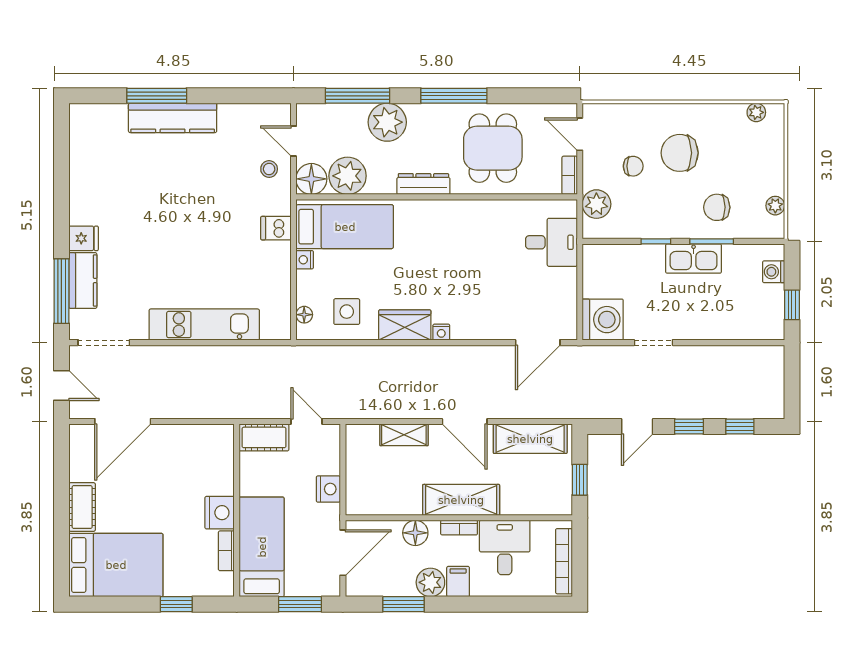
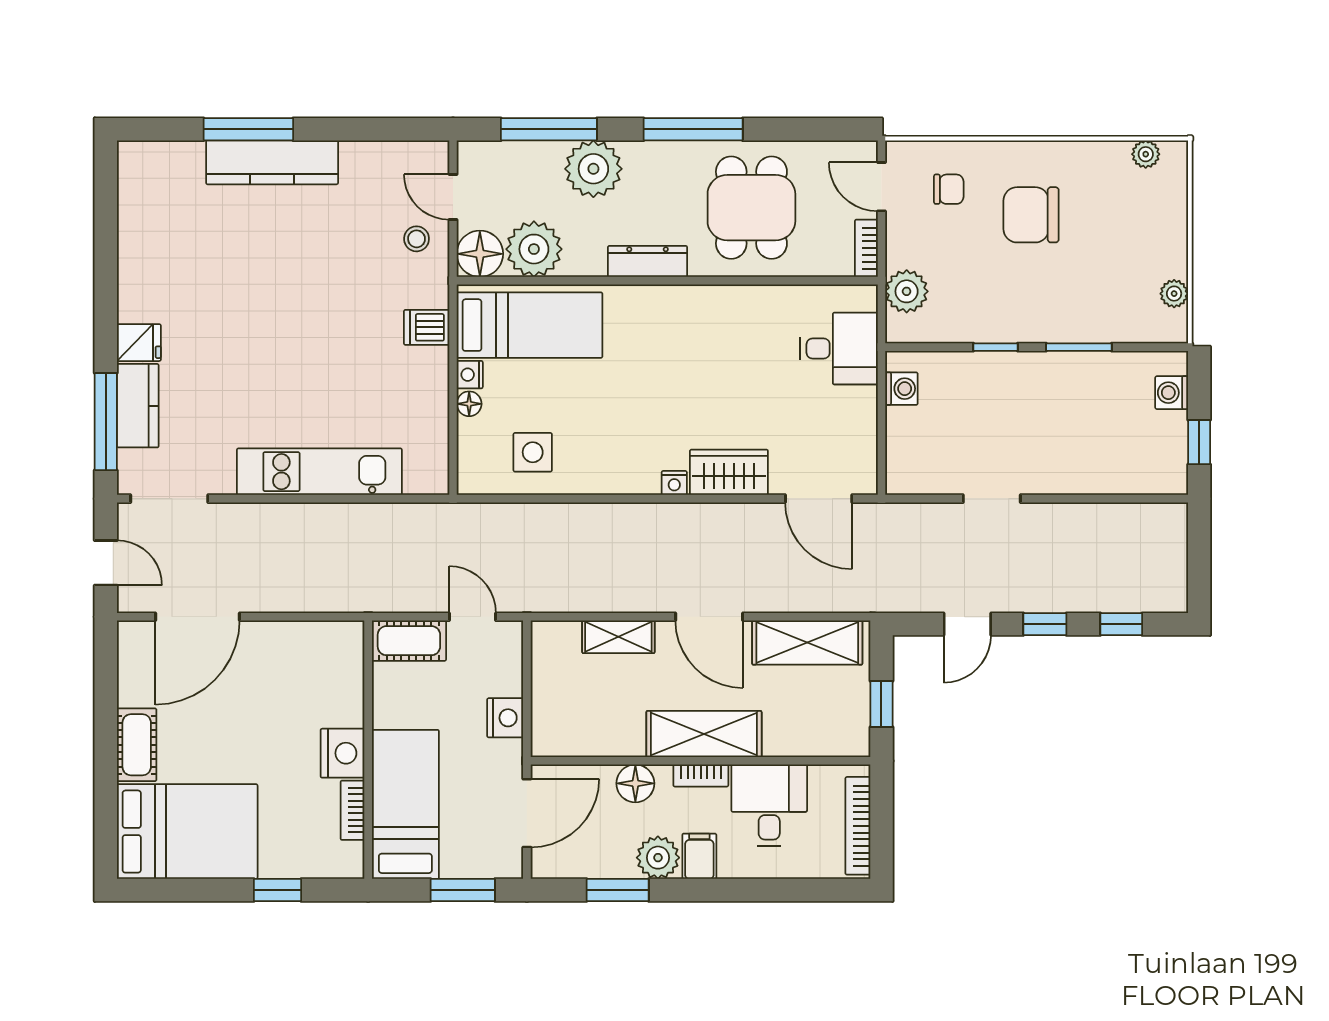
chair: (633, 166) -> (949, 189), moved
chair: (717, 207) -> (1087, 296), removed
kitchen sink: (694, 259) -> (1052, 373), removed
floor lamp: (304, 315) -> (469, 404), moved
washing machine: (603, 320) -> (901, 389), moved, width x0.53, depth x0.53
wardrobe: (405, 325) -> (729, 472), moved
door: (538, 343) -> (819, 499), hinge flipped

